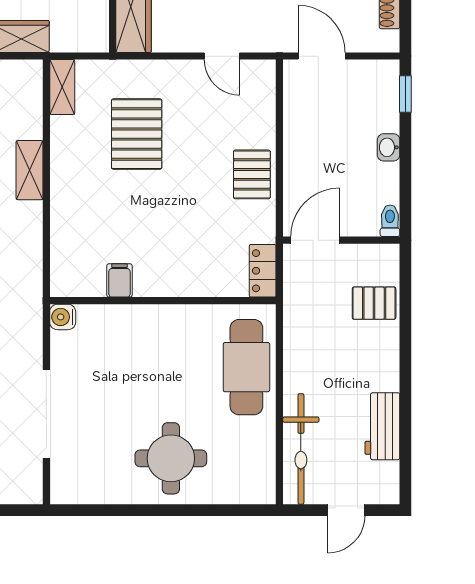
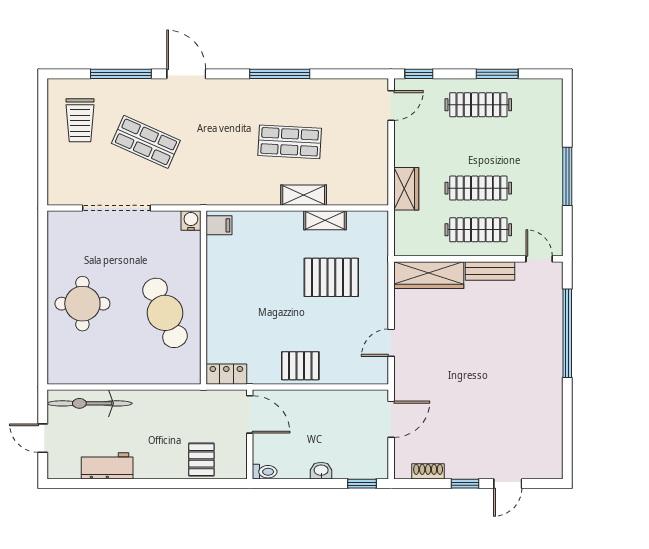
shelving: (62, 87) -> (325, 220), moved
filing cabinet: (119, 280) -> (219, 225), moved
cafe table: (246, 367) -> (165, 313), moved, turned 67

